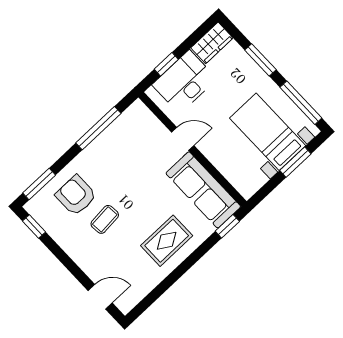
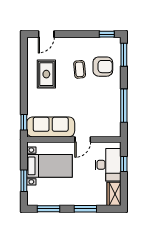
window: (301, 103) -> (49, 209), width x0.69
bed with nightstands: (268, 132) -> (49, 166), moved
rug: (167, 241) -> (46, 74), moved

